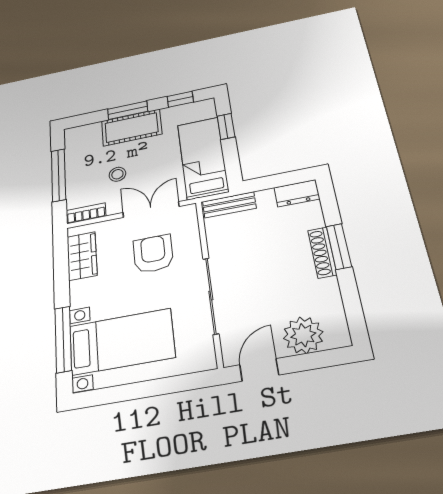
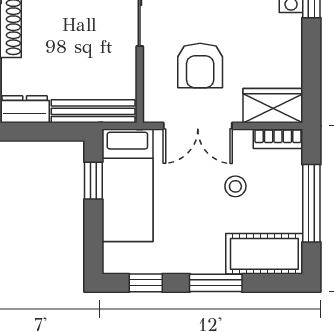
window: (226, 126) -> (93, 181), moved
cot: (132, 128) -> (264, 254), moved
bench: (229, 205) -> (93, 111), width x1.36
wardrobe: (82, 256) -> (273, 106), moved, turned 90

